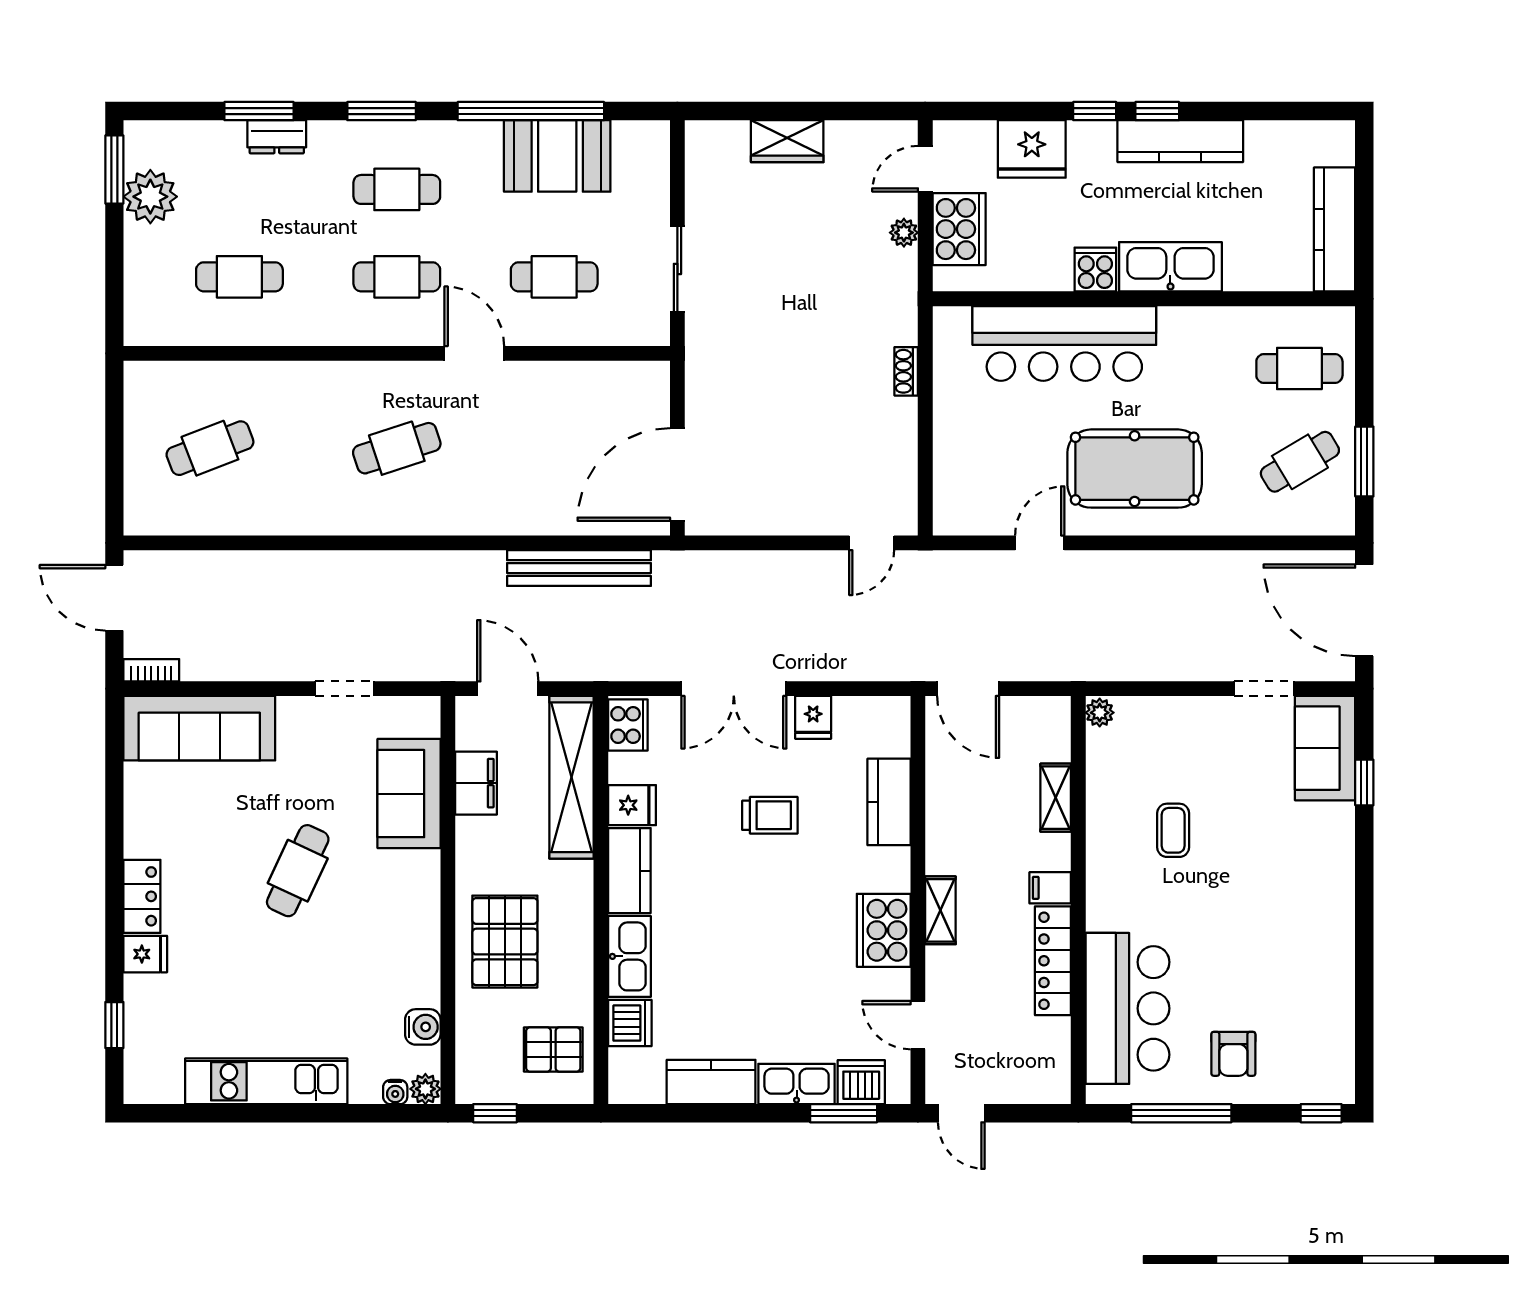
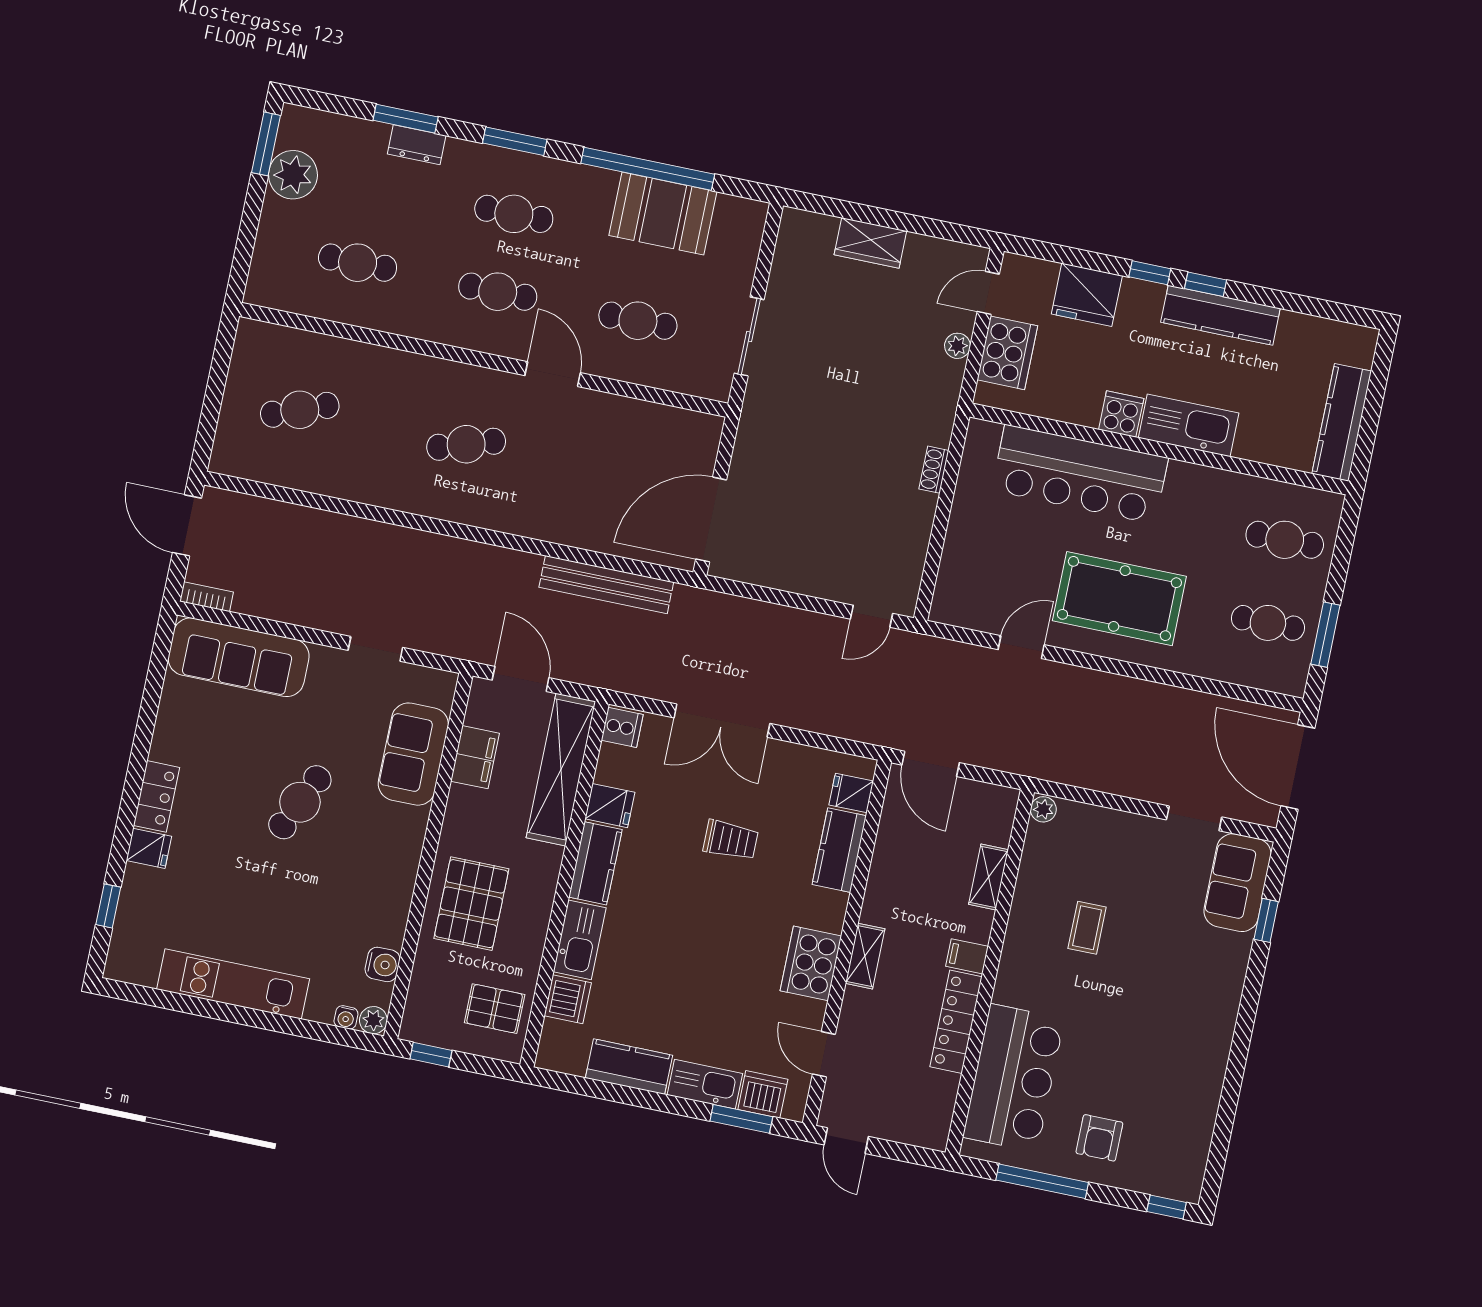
cafe table: (1300, 462) -> (1268, 623), turned 31
fridge: (813, 717) -> (851, 793), moved, turned 90
cooker: (628, 725) -> (622, 727), width x0.73

